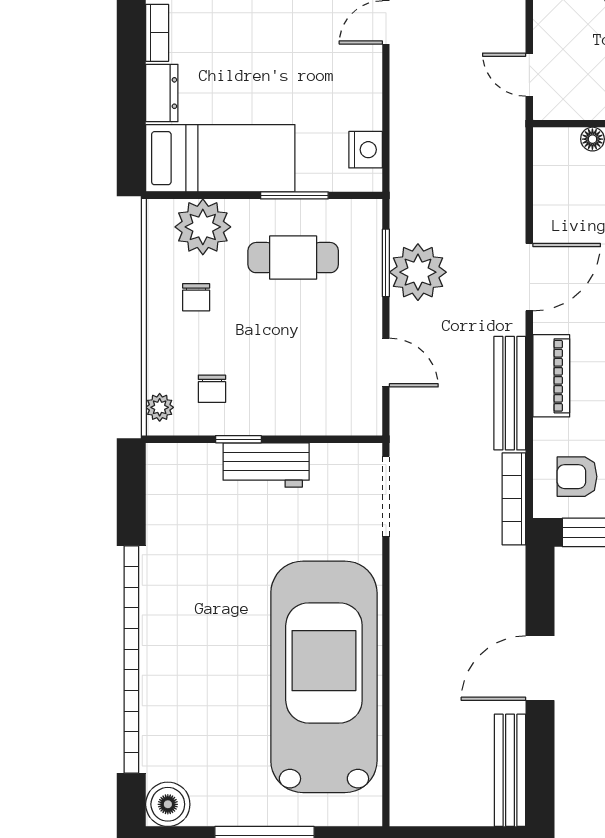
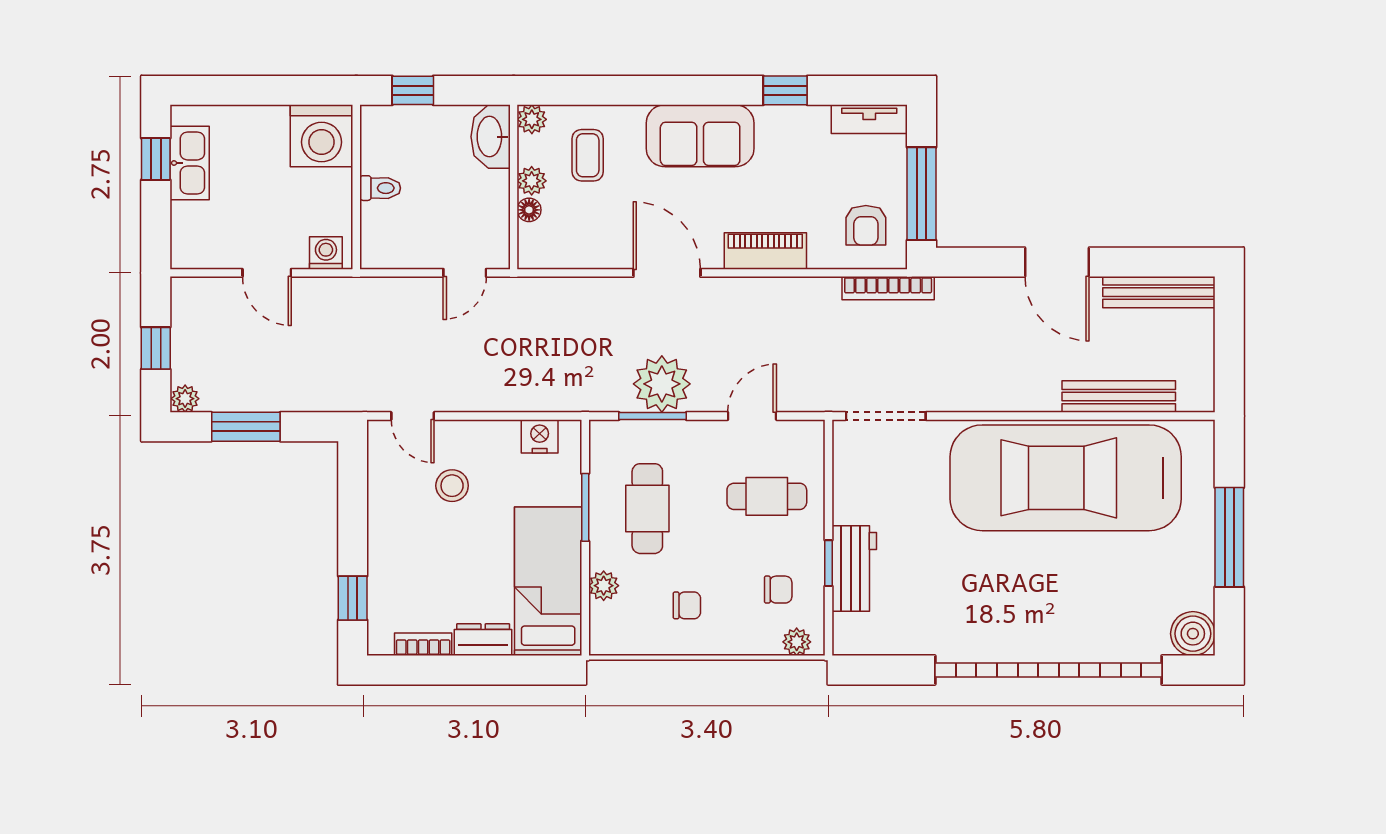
stool: (316, 62) -> (452, 486), added
plant: (203, 227) -> (604, 586), width x0.53, depth x0.53
cafe table: (305, 377) -> (767, 496), added
bench: (510, 393) -> (1119, 397), moved
workbench: (266, 465) -> (854, 568), moved

